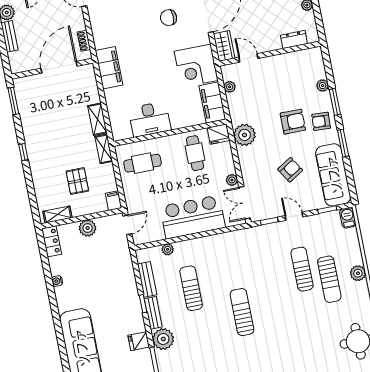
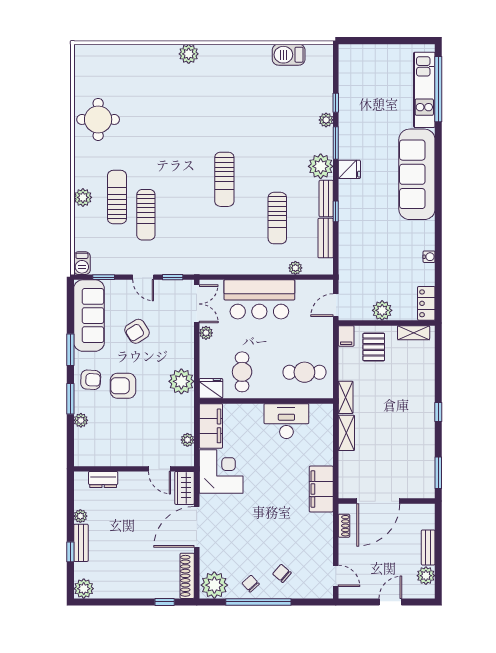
chair: (168, 18) -> (242, 533), removed
pallet: (77, 181) -> (374, 347), moved

